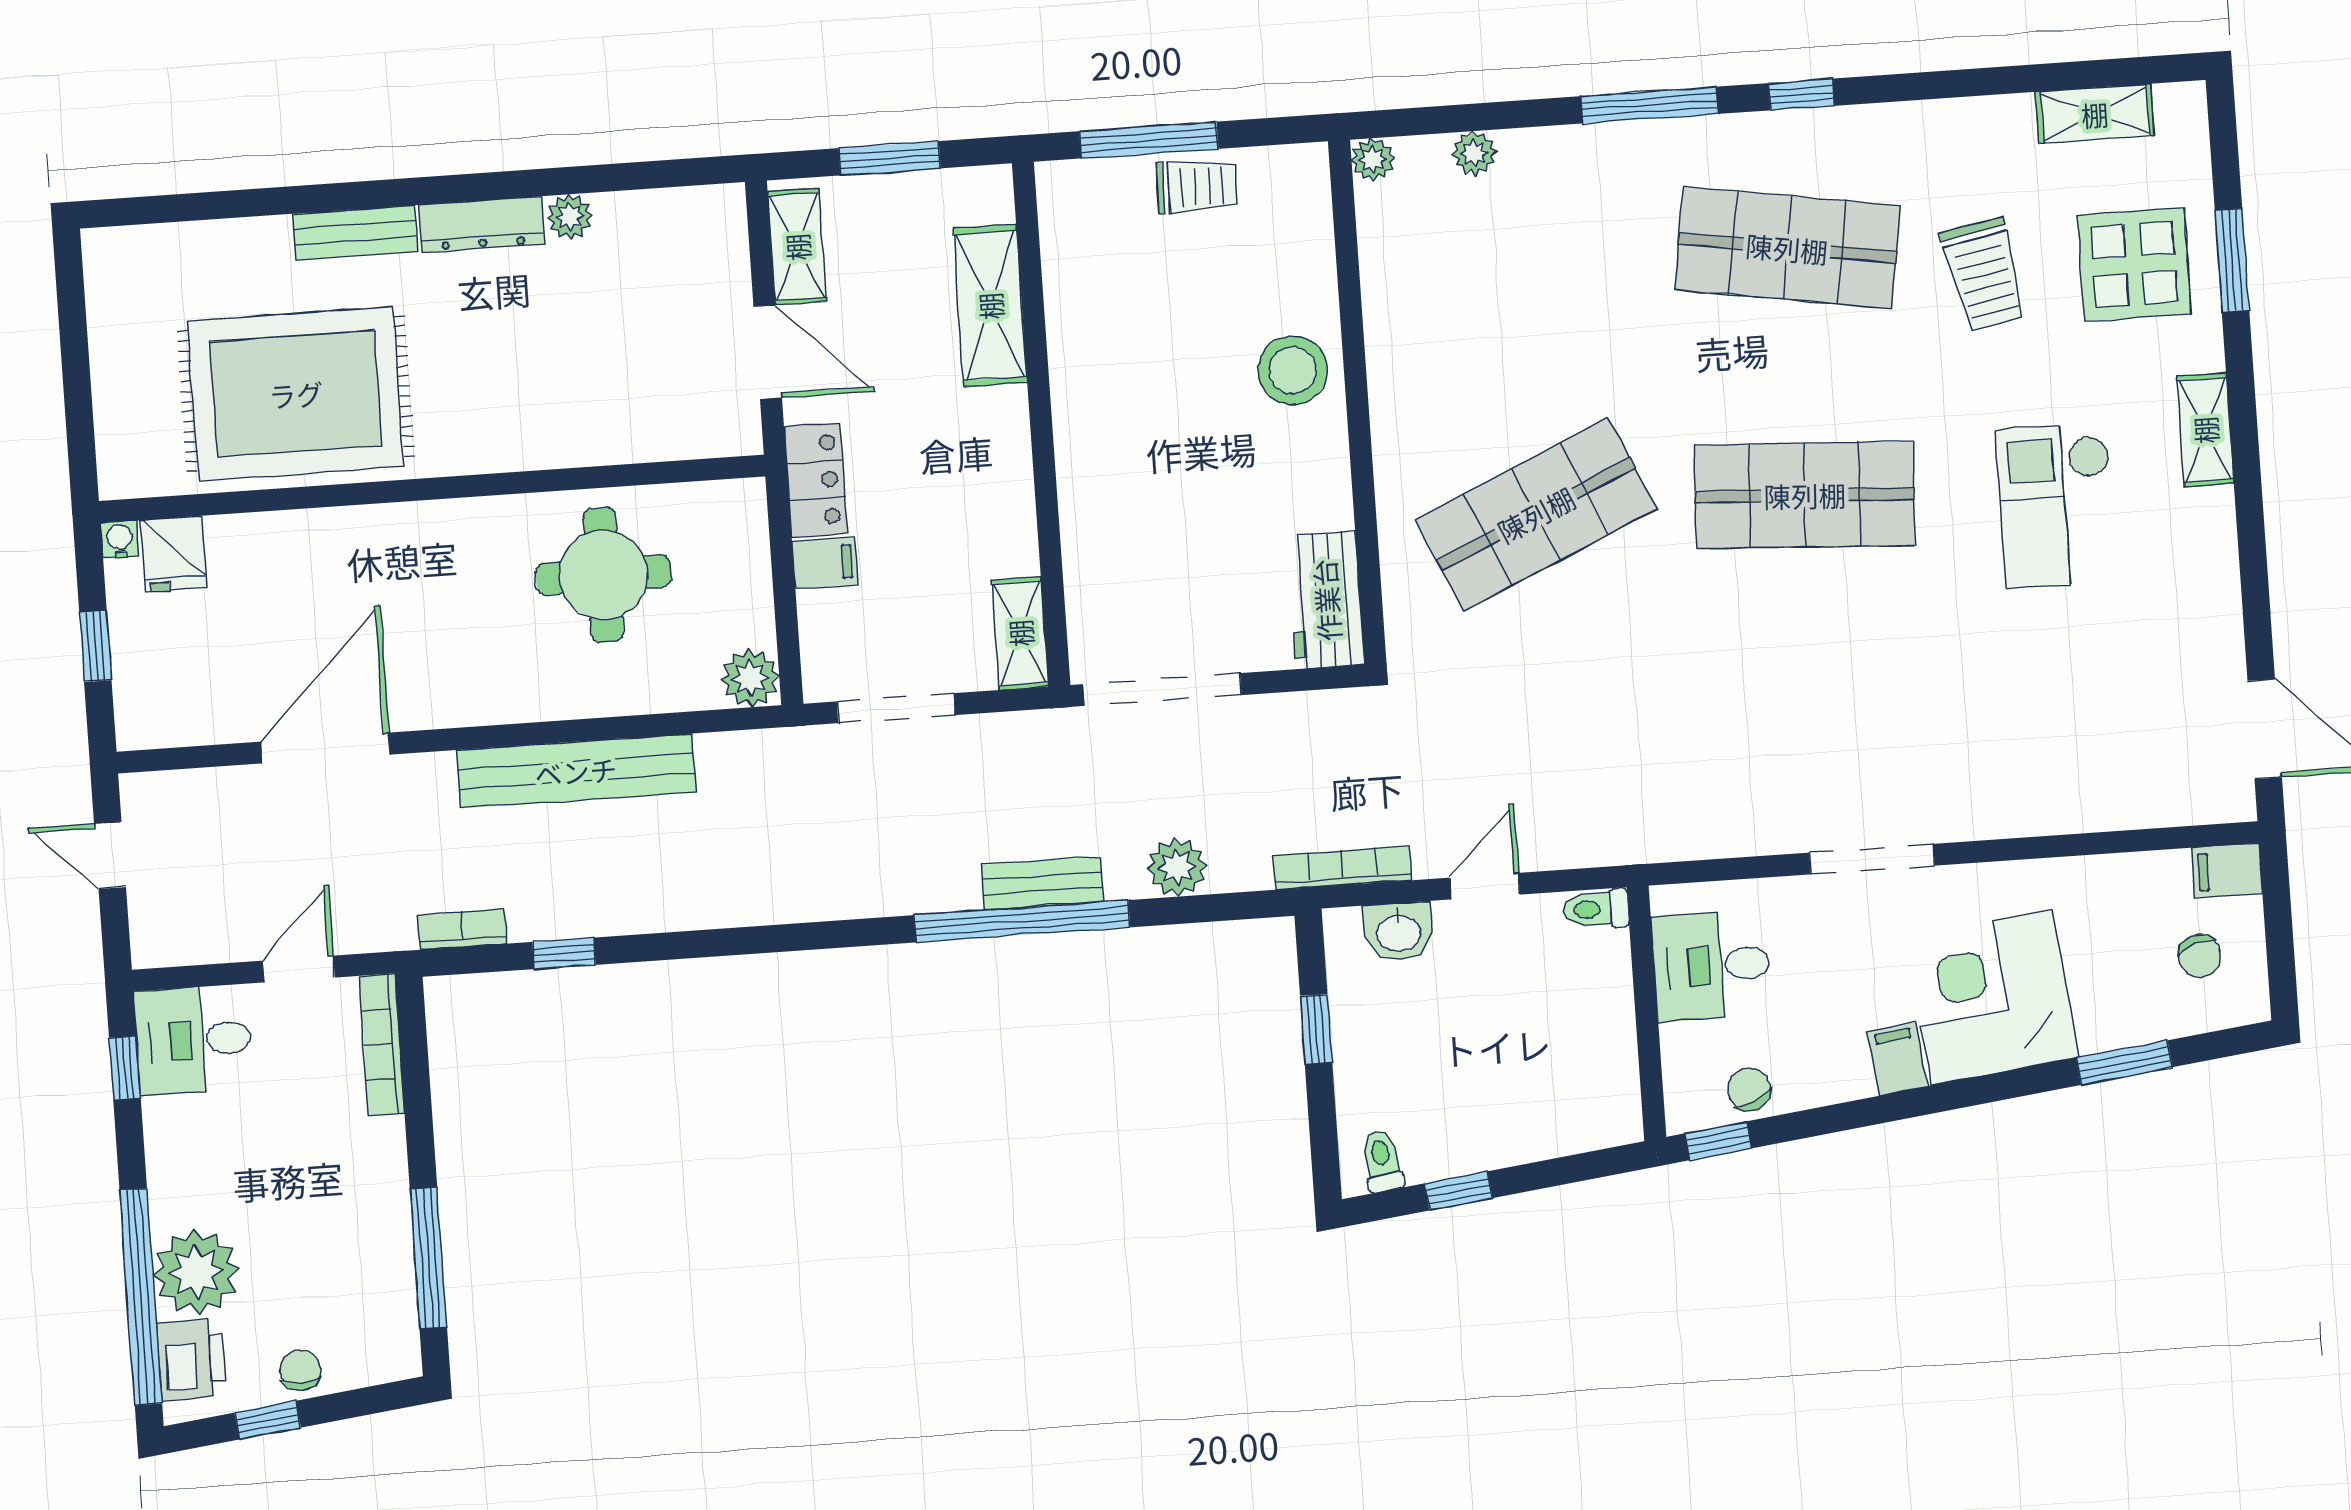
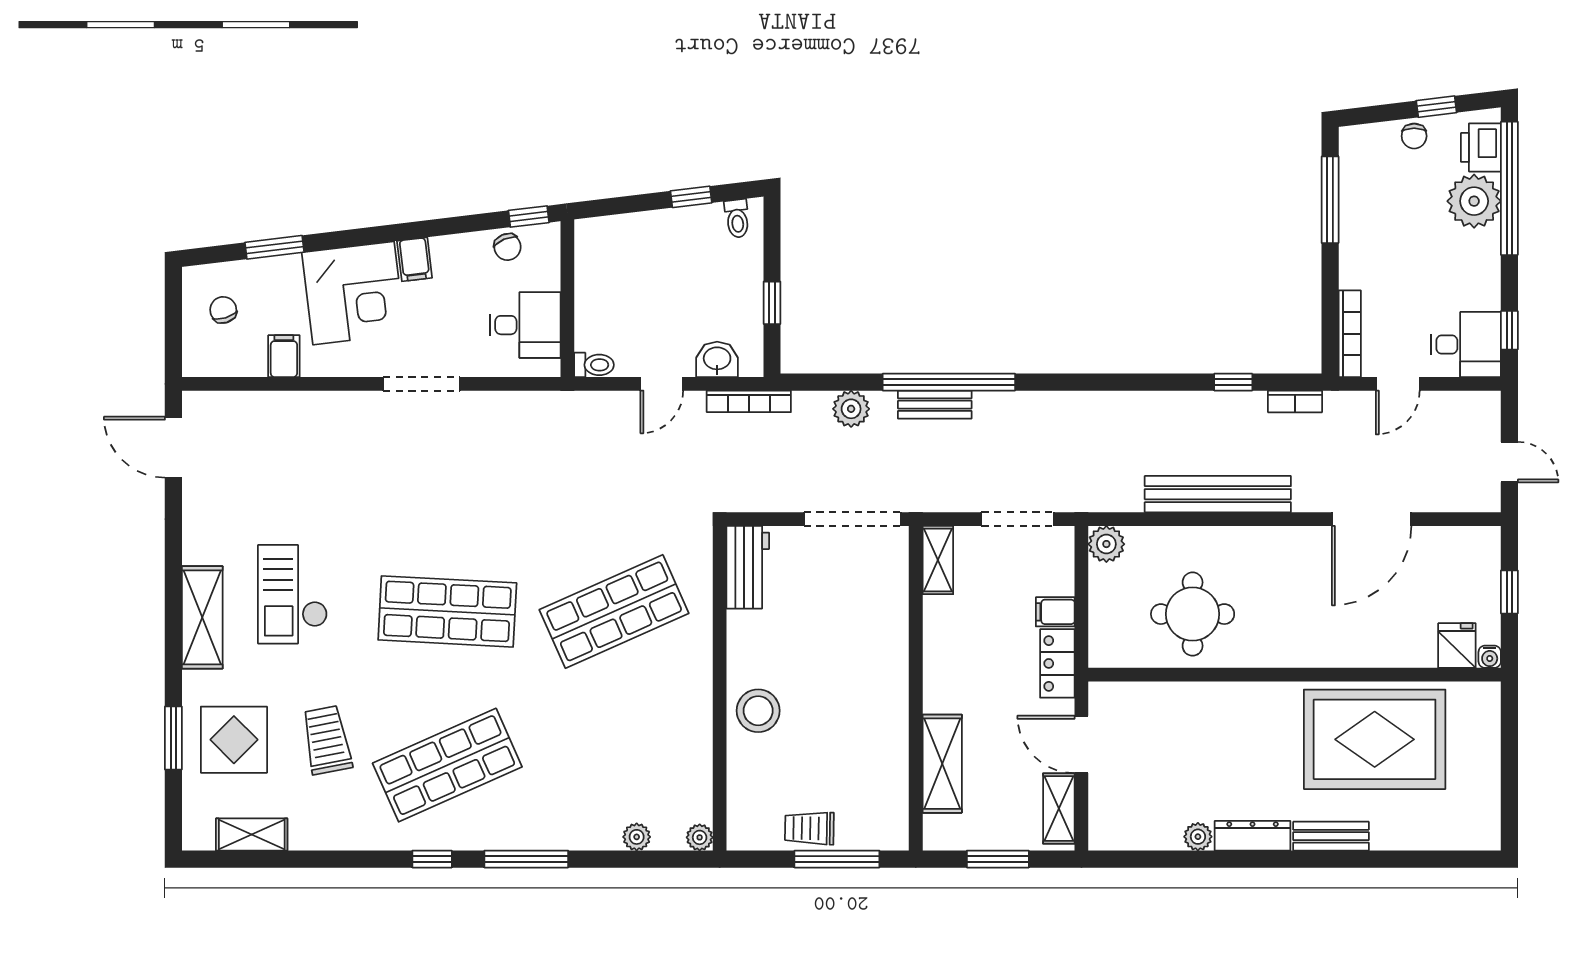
shop shelf: (1787, 248) -> (447, 765), turned -33
shelving: (2205, 430) -> (202, 617), width x1.50, depth x1.33
checkout: (2056, 505) -> (293, 594), turned 180
filing cabinet: (2227, 871) -> (284, 356), moved, turned -90

